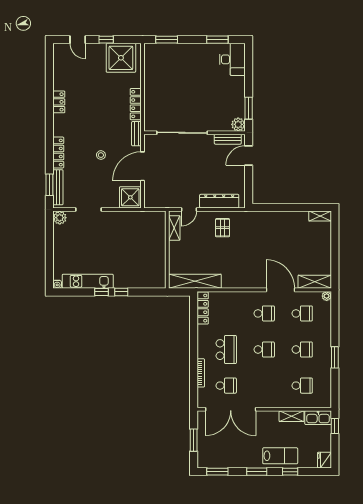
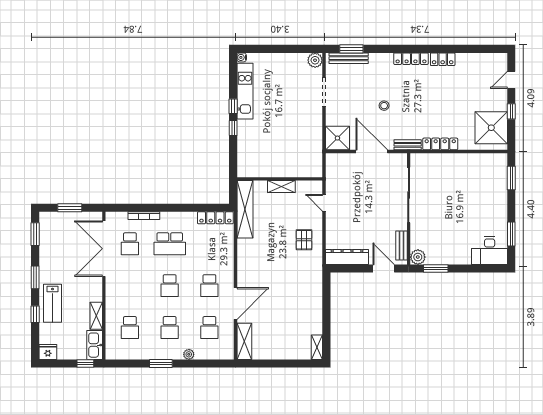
locker: (58, 153) -> (411, 59), moved
dresser: (219, 201) -> (347, 257), moved, turned -90
shelving: (174, 228) -> (281, 187), moved
pallet: (223, 228) -> (304, 240), turned 90
plant: (327, 296) -> (189, 354), moved

